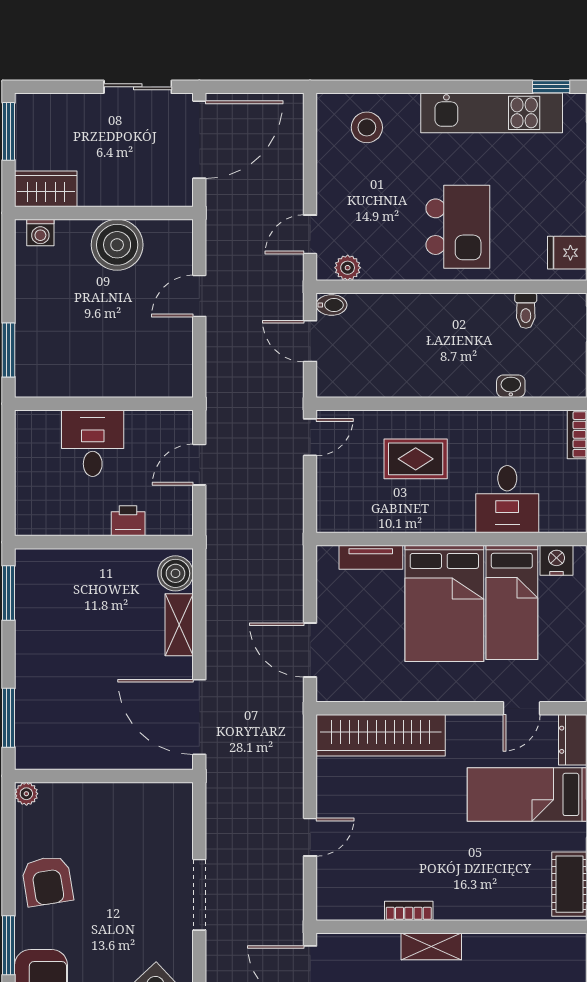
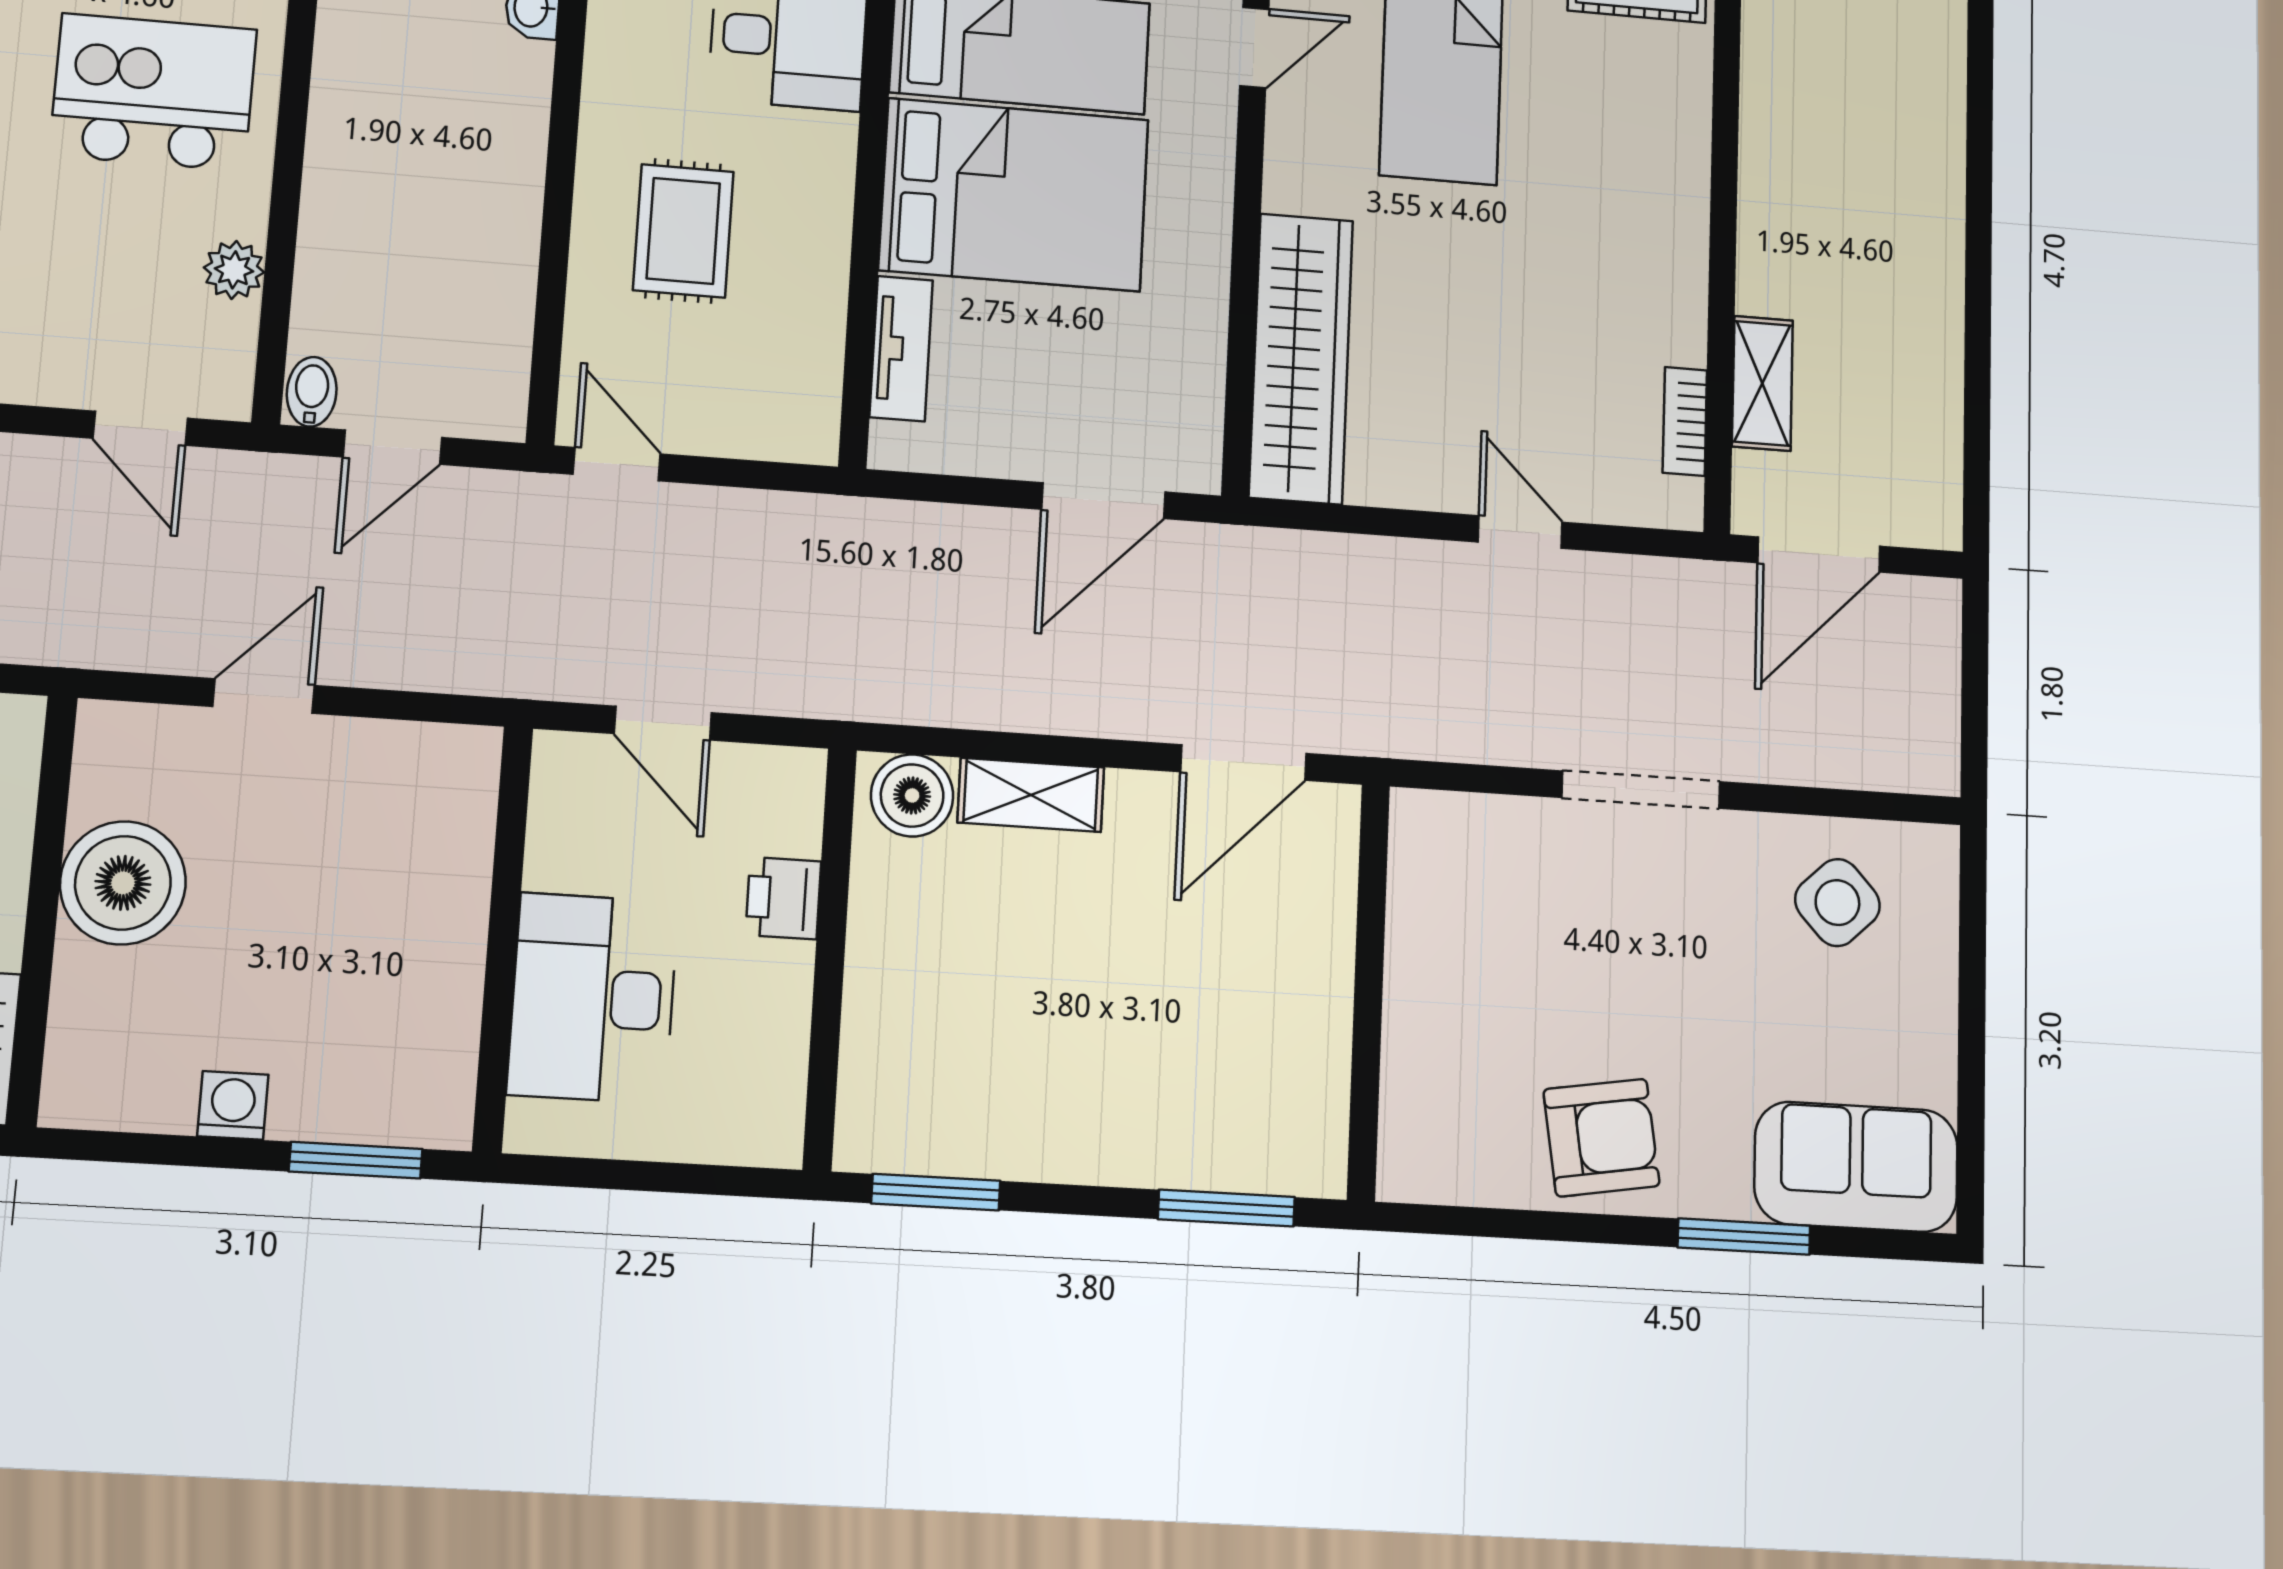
washing machine: (40, 233) -> (233, 1105), moved, turned -90
plant: (348, 268) -> (234, 270), moved
door: (199, 296) -> (264, 696), swing flipped
desk: (93, 443) -> (593, 998), width x1.37
door: (522, 708) -> (1254, 47), hinge flipped
door: (199, 717) -> (1243, 763), width x0.73
plant: (26, 794) -> (1402, 1176), removed
bookcase: (409, 911) -> (1685, 421), moved
shelving: (431, 946) -> (1762, 383), moved

